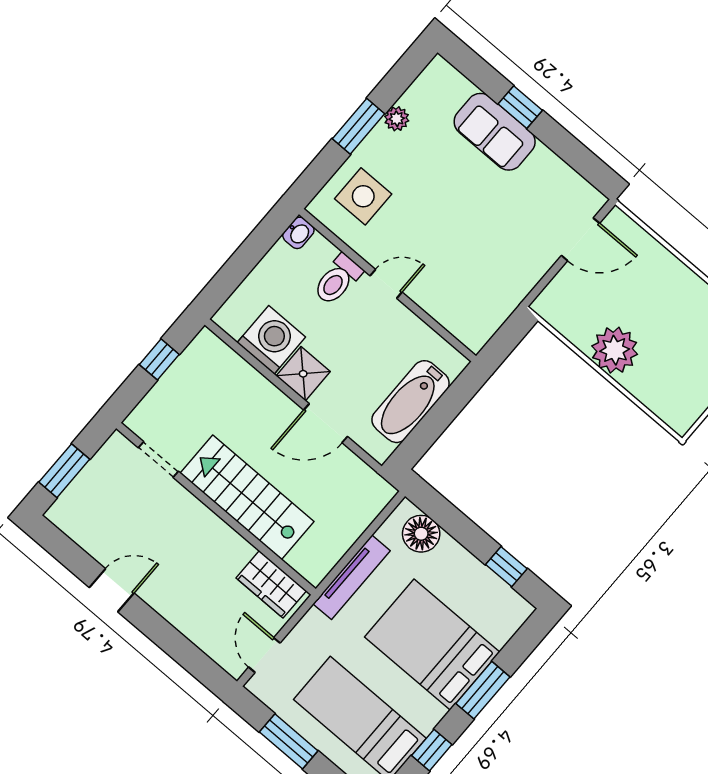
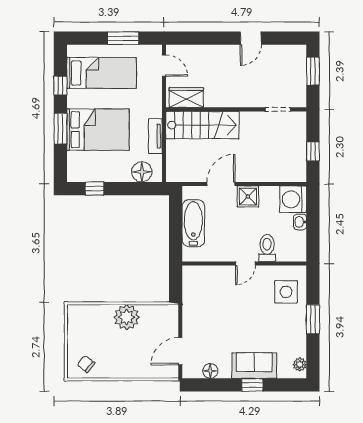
plant: (397, 119) -> (300, 364), moved
floor lamp: (562, 176) -> (210, 371), added
washbasin: (298, 233) -> (300, 222), moved
washing machine: (271, 340) -> (293, 199), moved, turned 90
stairs: (247, 497) -> (202, 125), moved
tv unit: (352, 577) -> (155, 136), width x0.71

